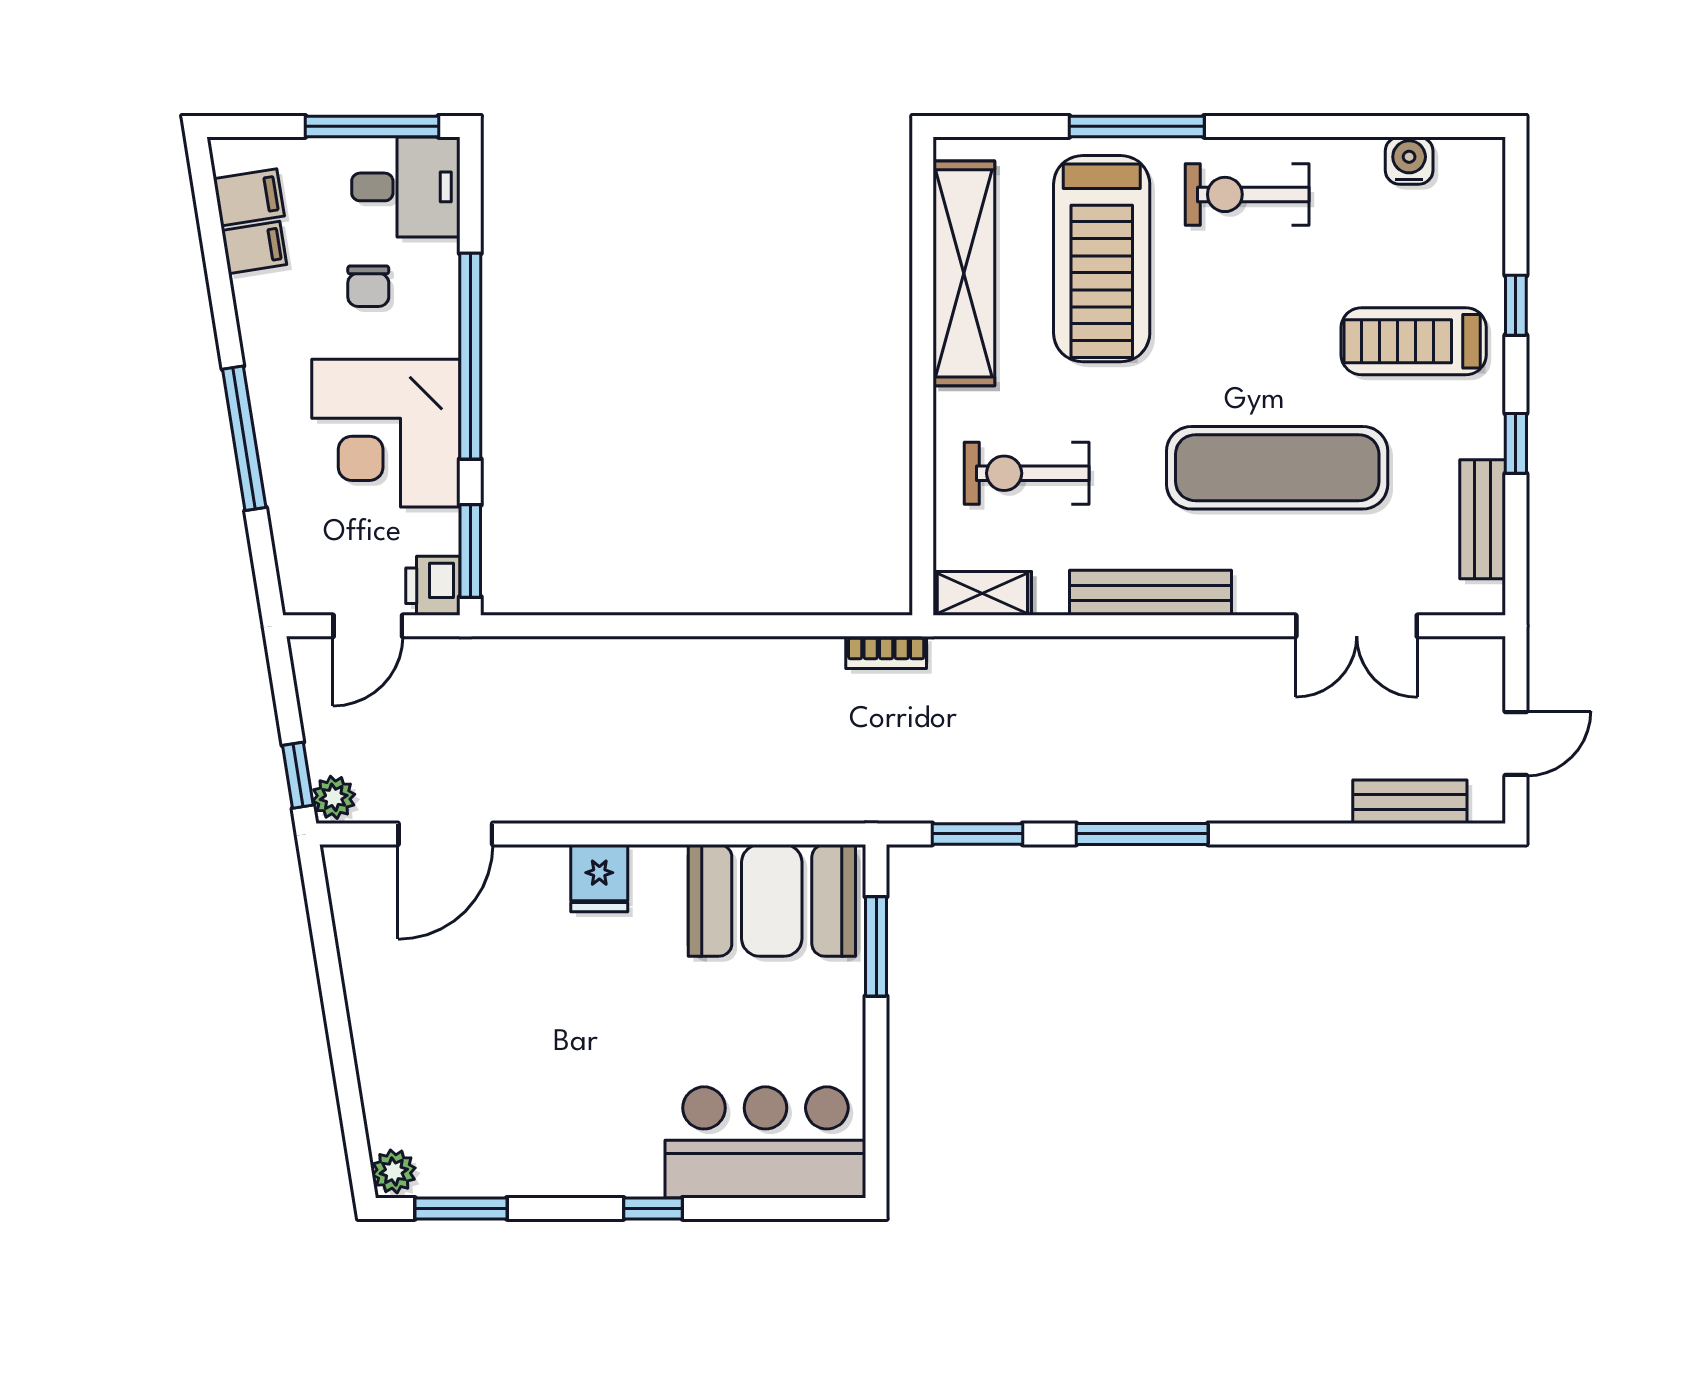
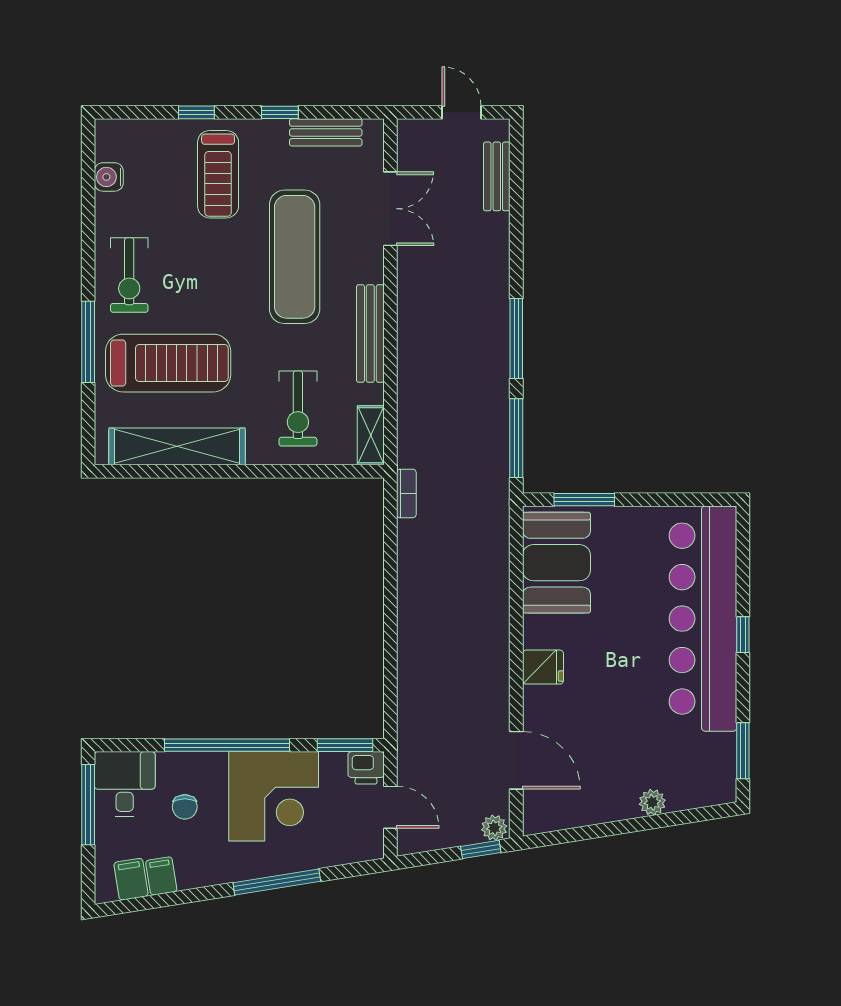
chair: (368, 286) -> (185, 807), turned 90
window: (977, 834) -> (516, 438), width x1.44
bar counter: (765, 1142) -> (703, 619), width x1.86
plant: (394, 1171) -> (652, 802), moved

